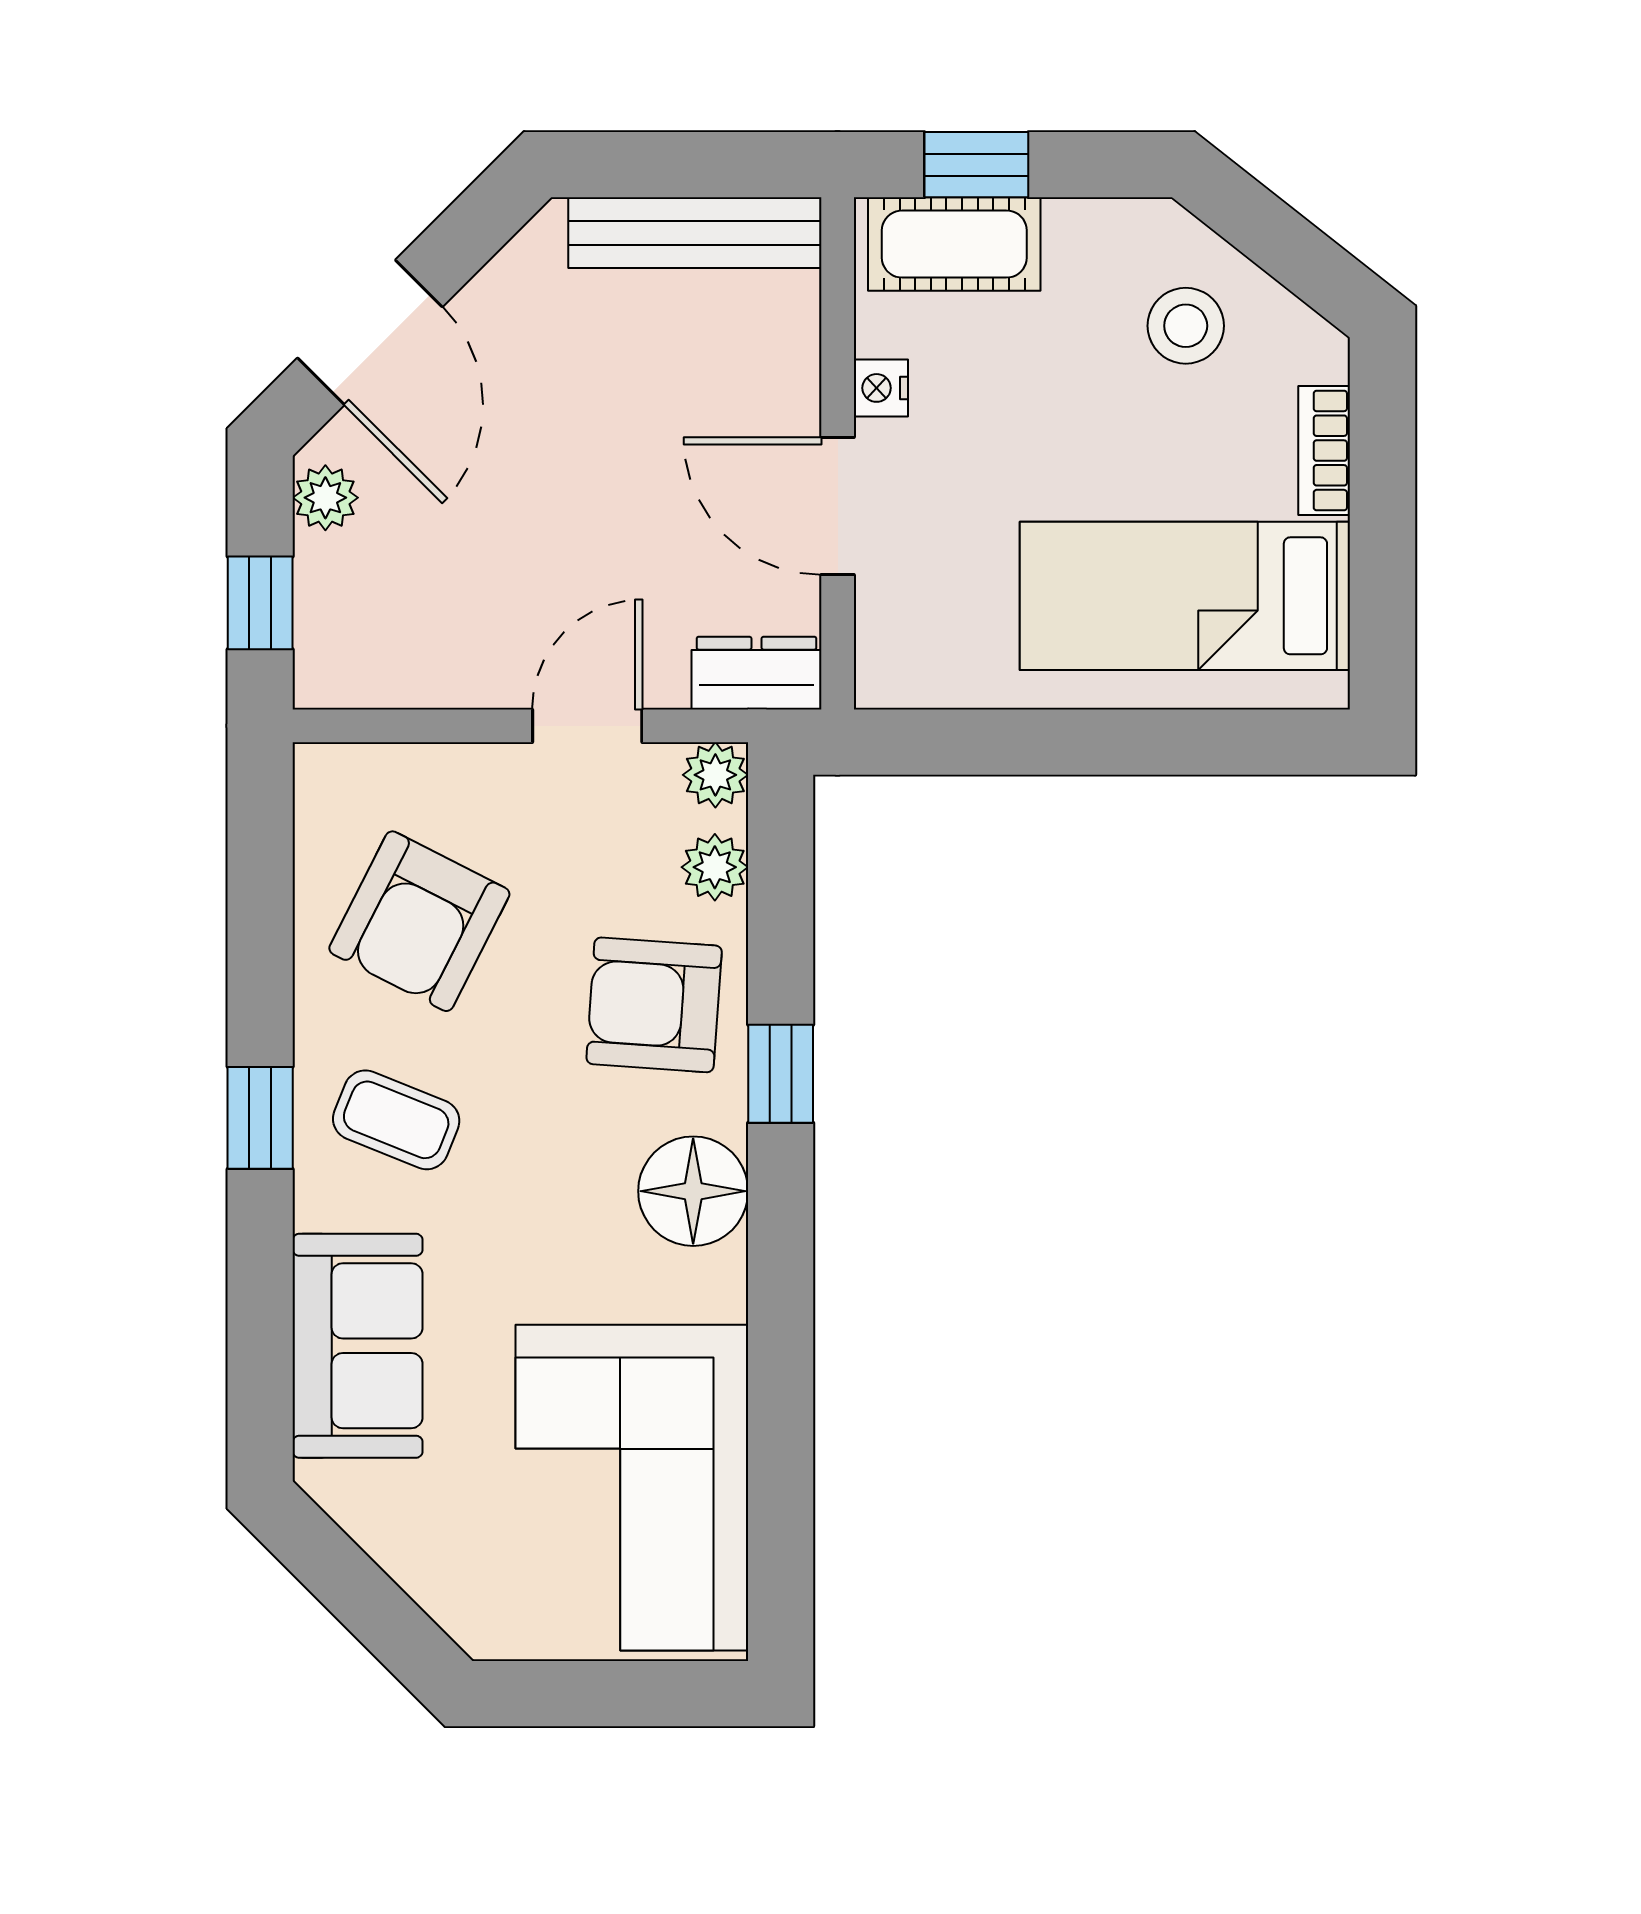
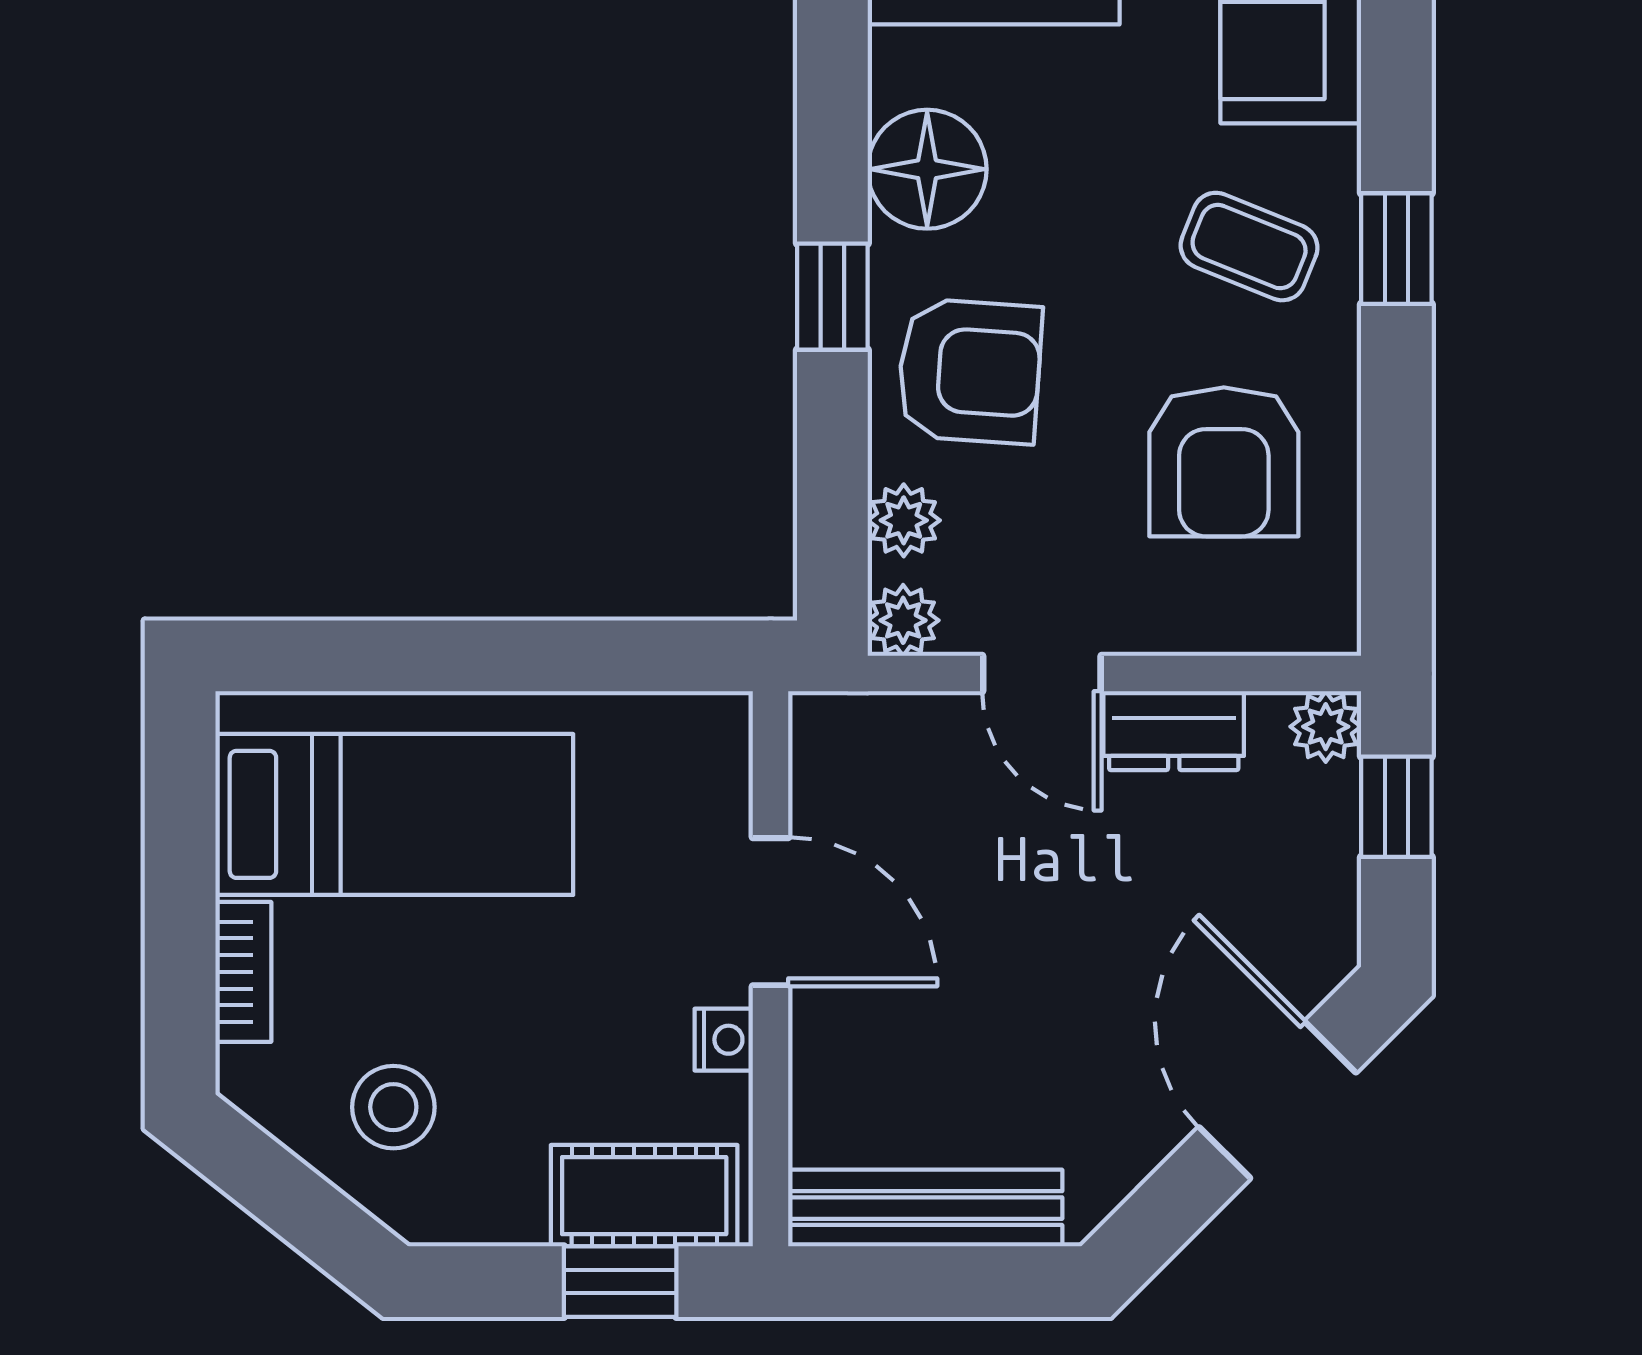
plant: (325, 498) -> (1326, 727), moved
dresser: (757, 673) -> (1174, 731), moved
door: (587, 726) -> (1042, 674), hinge flipped
armchair: (419, 921) -> (1224, 462), turned 153

